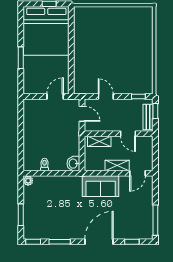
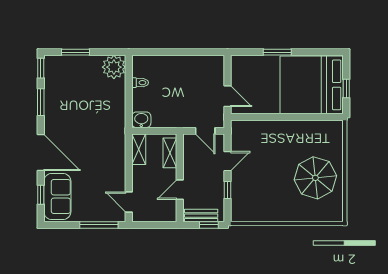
parasol: (119, 28) -> (315, 178), added
window: (138, 96) -> (228, 190), moved
door: (82, 114) -> (205, 131), hinge flipped
shelving: (117, 166) -> (139, 149), moved
plant: (28, 181) -> (114, 67), width x1.87, depth x1.87
sofa: (101, 186) -> (57, 196), moved, turned 180
window: (155, 220) -> (99, 225), moved

